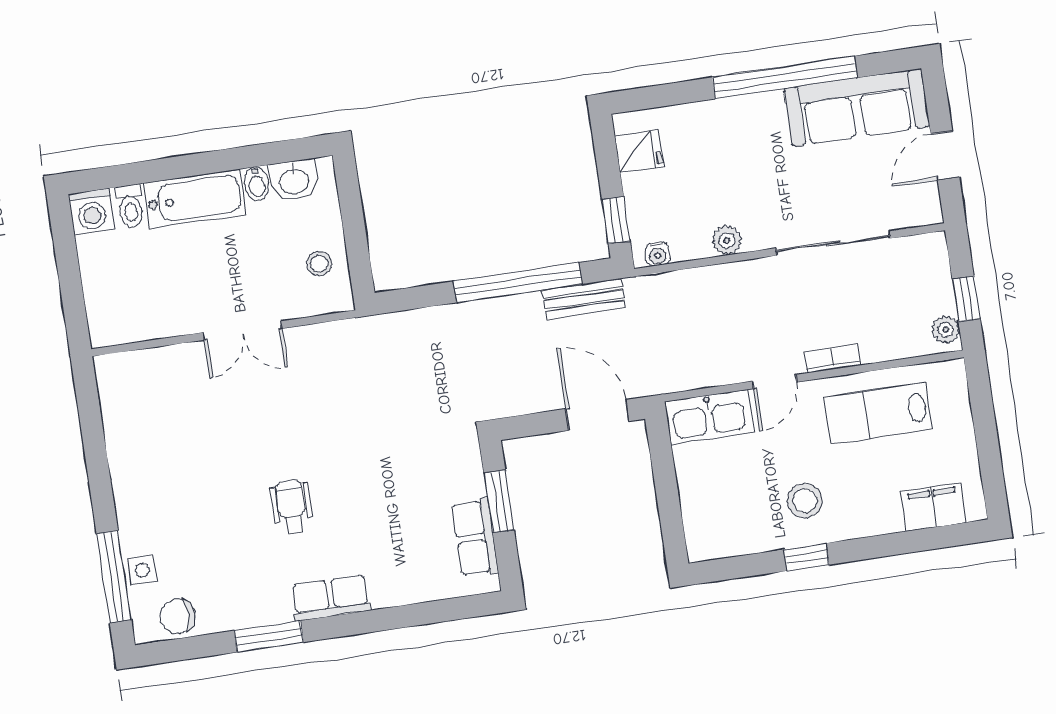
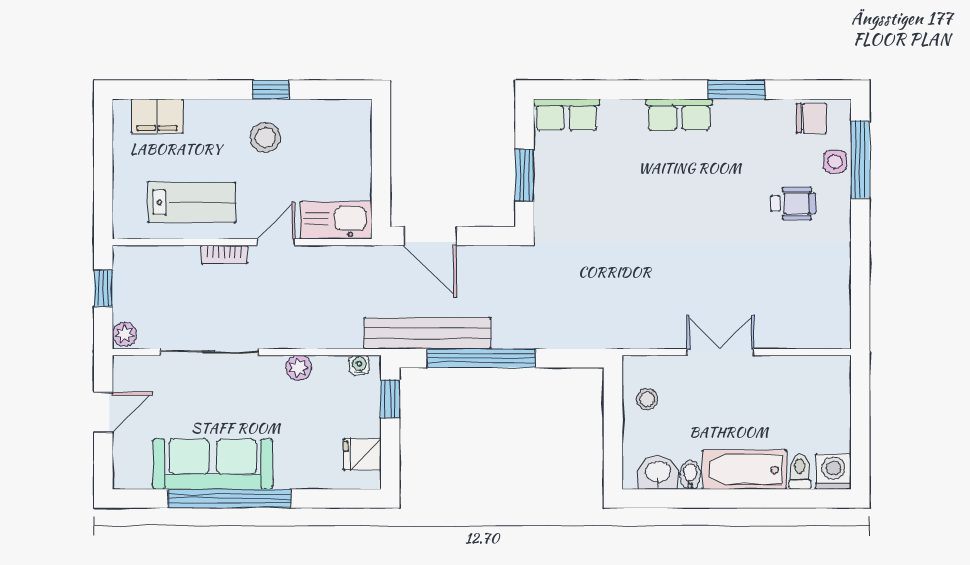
sofa: (857, 108) -> (213, 464), moved
bench: (584, 299) -> (427, 333), width x1.86, depth x1.21
plant: (946, 330) -> (125, 334), moved
wheelchair: (292, 507) -> (793, 203), moved, turned -90
row of seats: (475, 538) -> (566, 114), moved, turned 90

